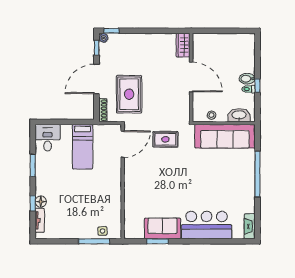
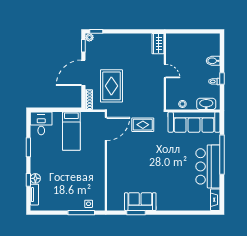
door: (191, 77) -> (165, 71), width x0.53
bidet: (247, 79) -> (213, 61), moved
bar counter: (207, 225) -> (208, 166), moved, turned -90

